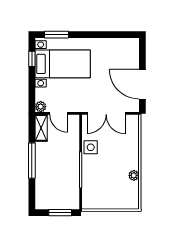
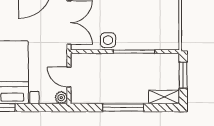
door: (59, 113) -> (69, 77), swing flipped
shelving: (41, 128) -> (164, 97), moved

